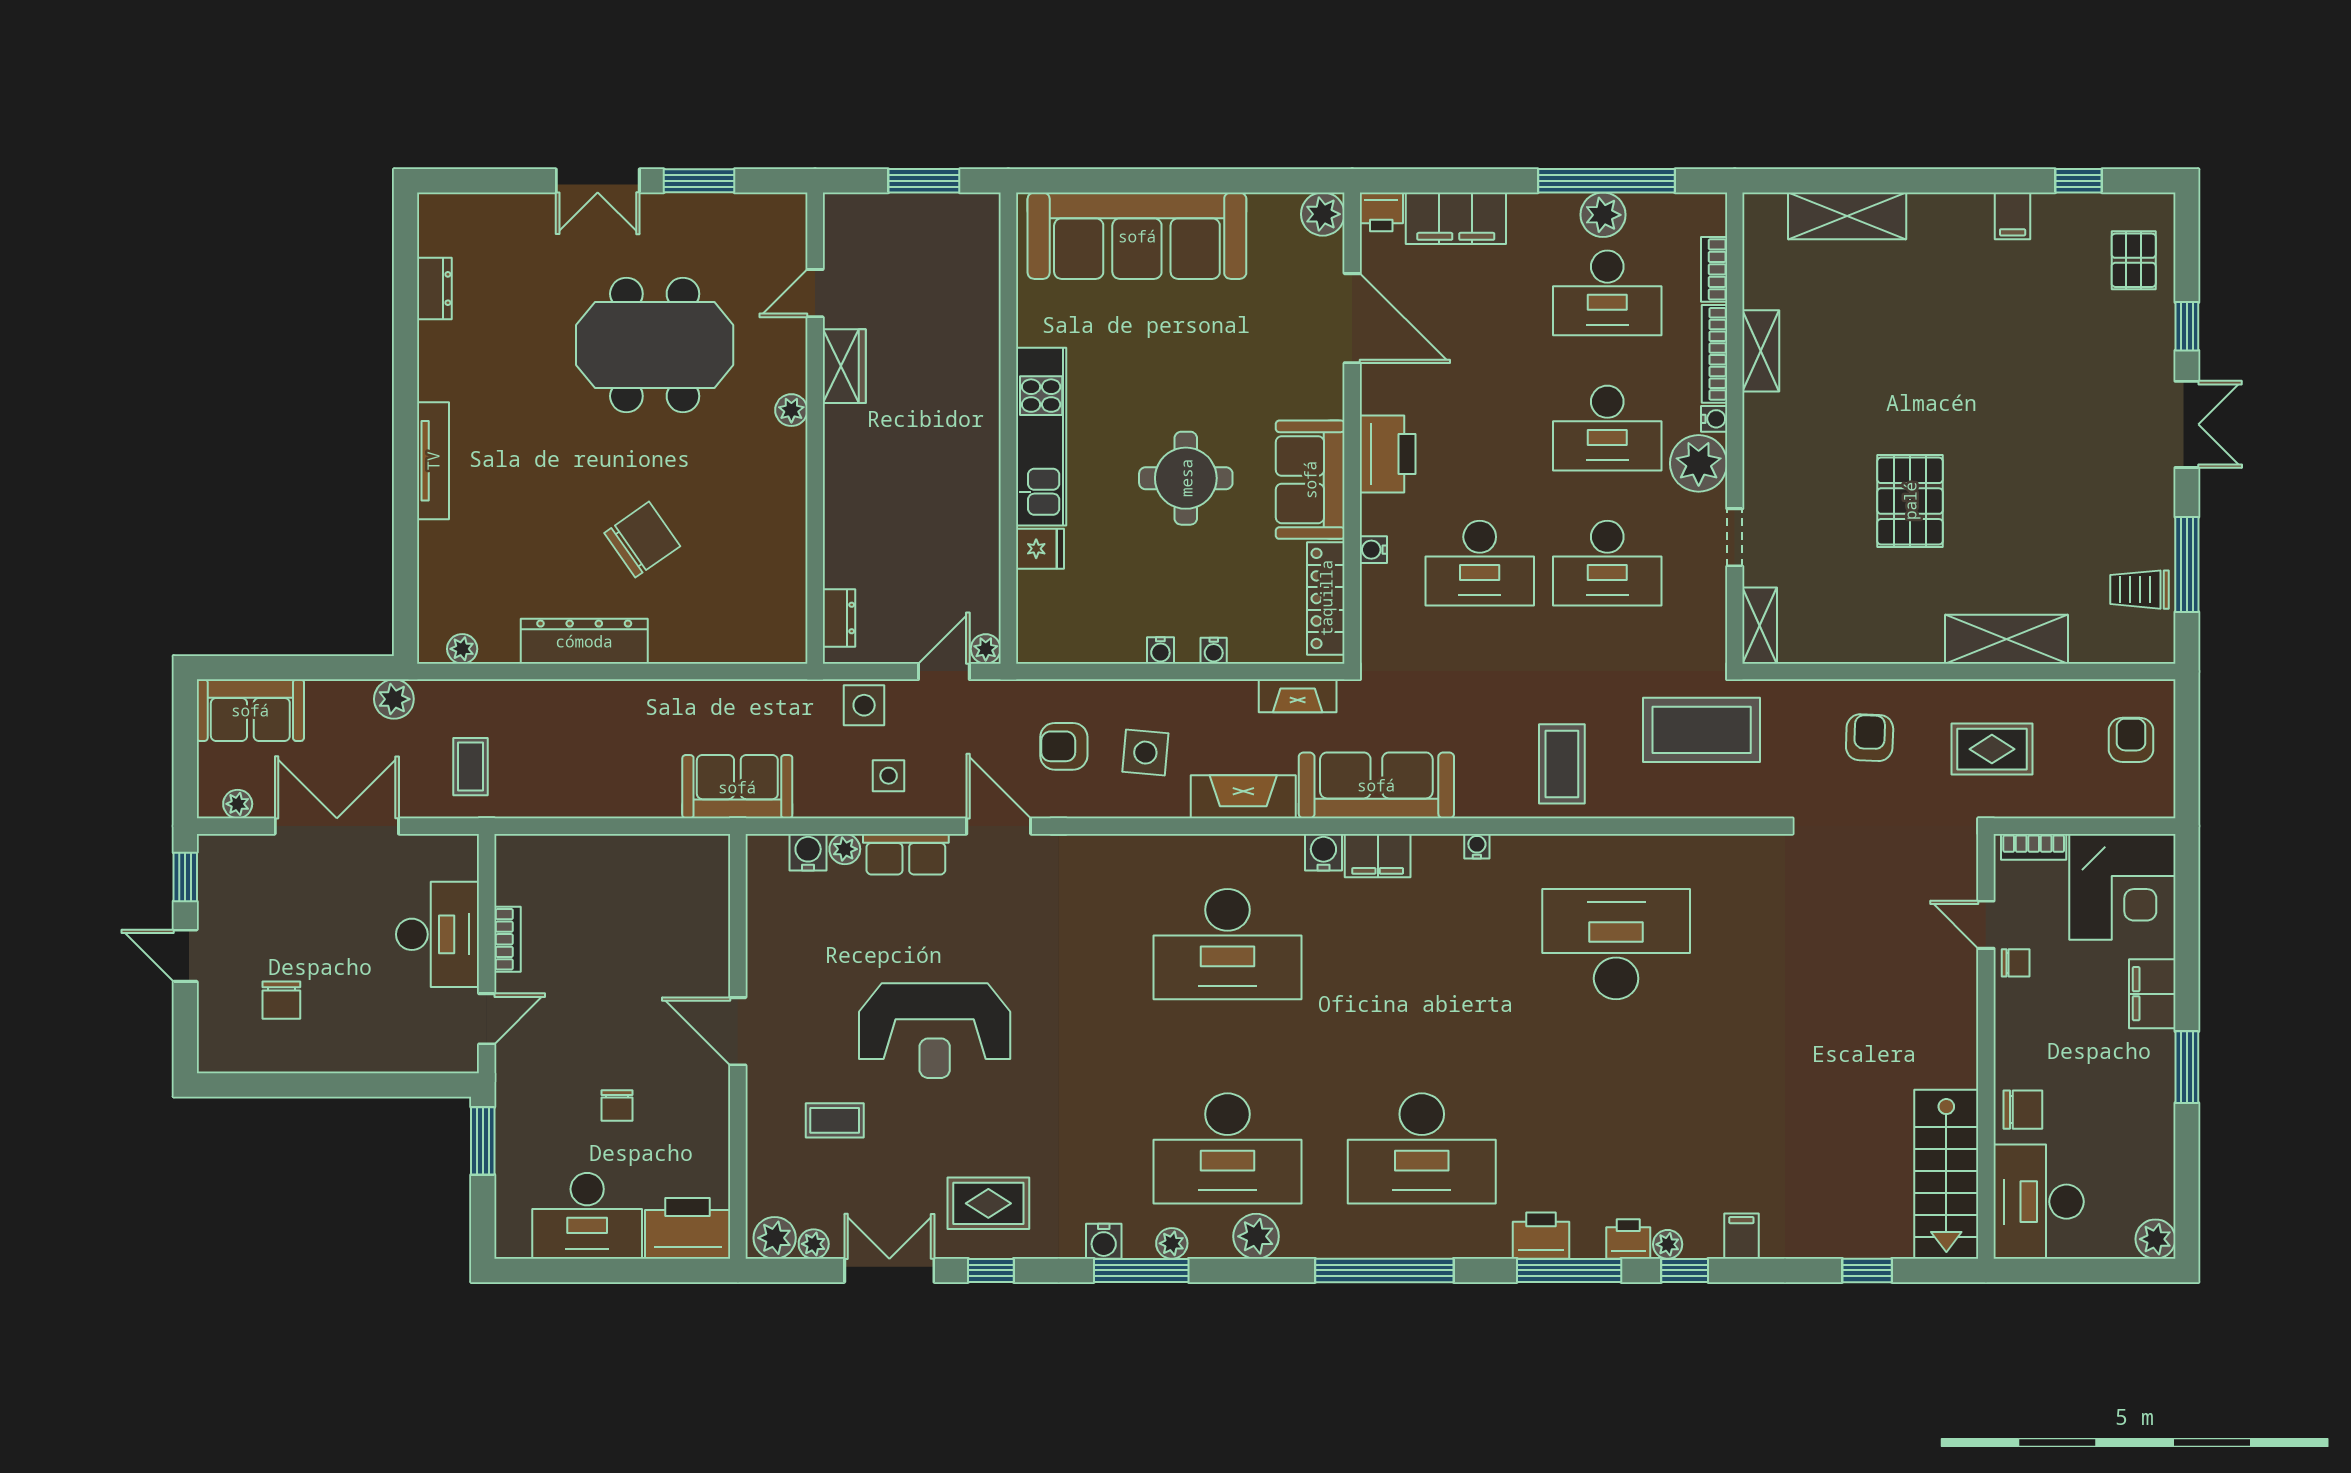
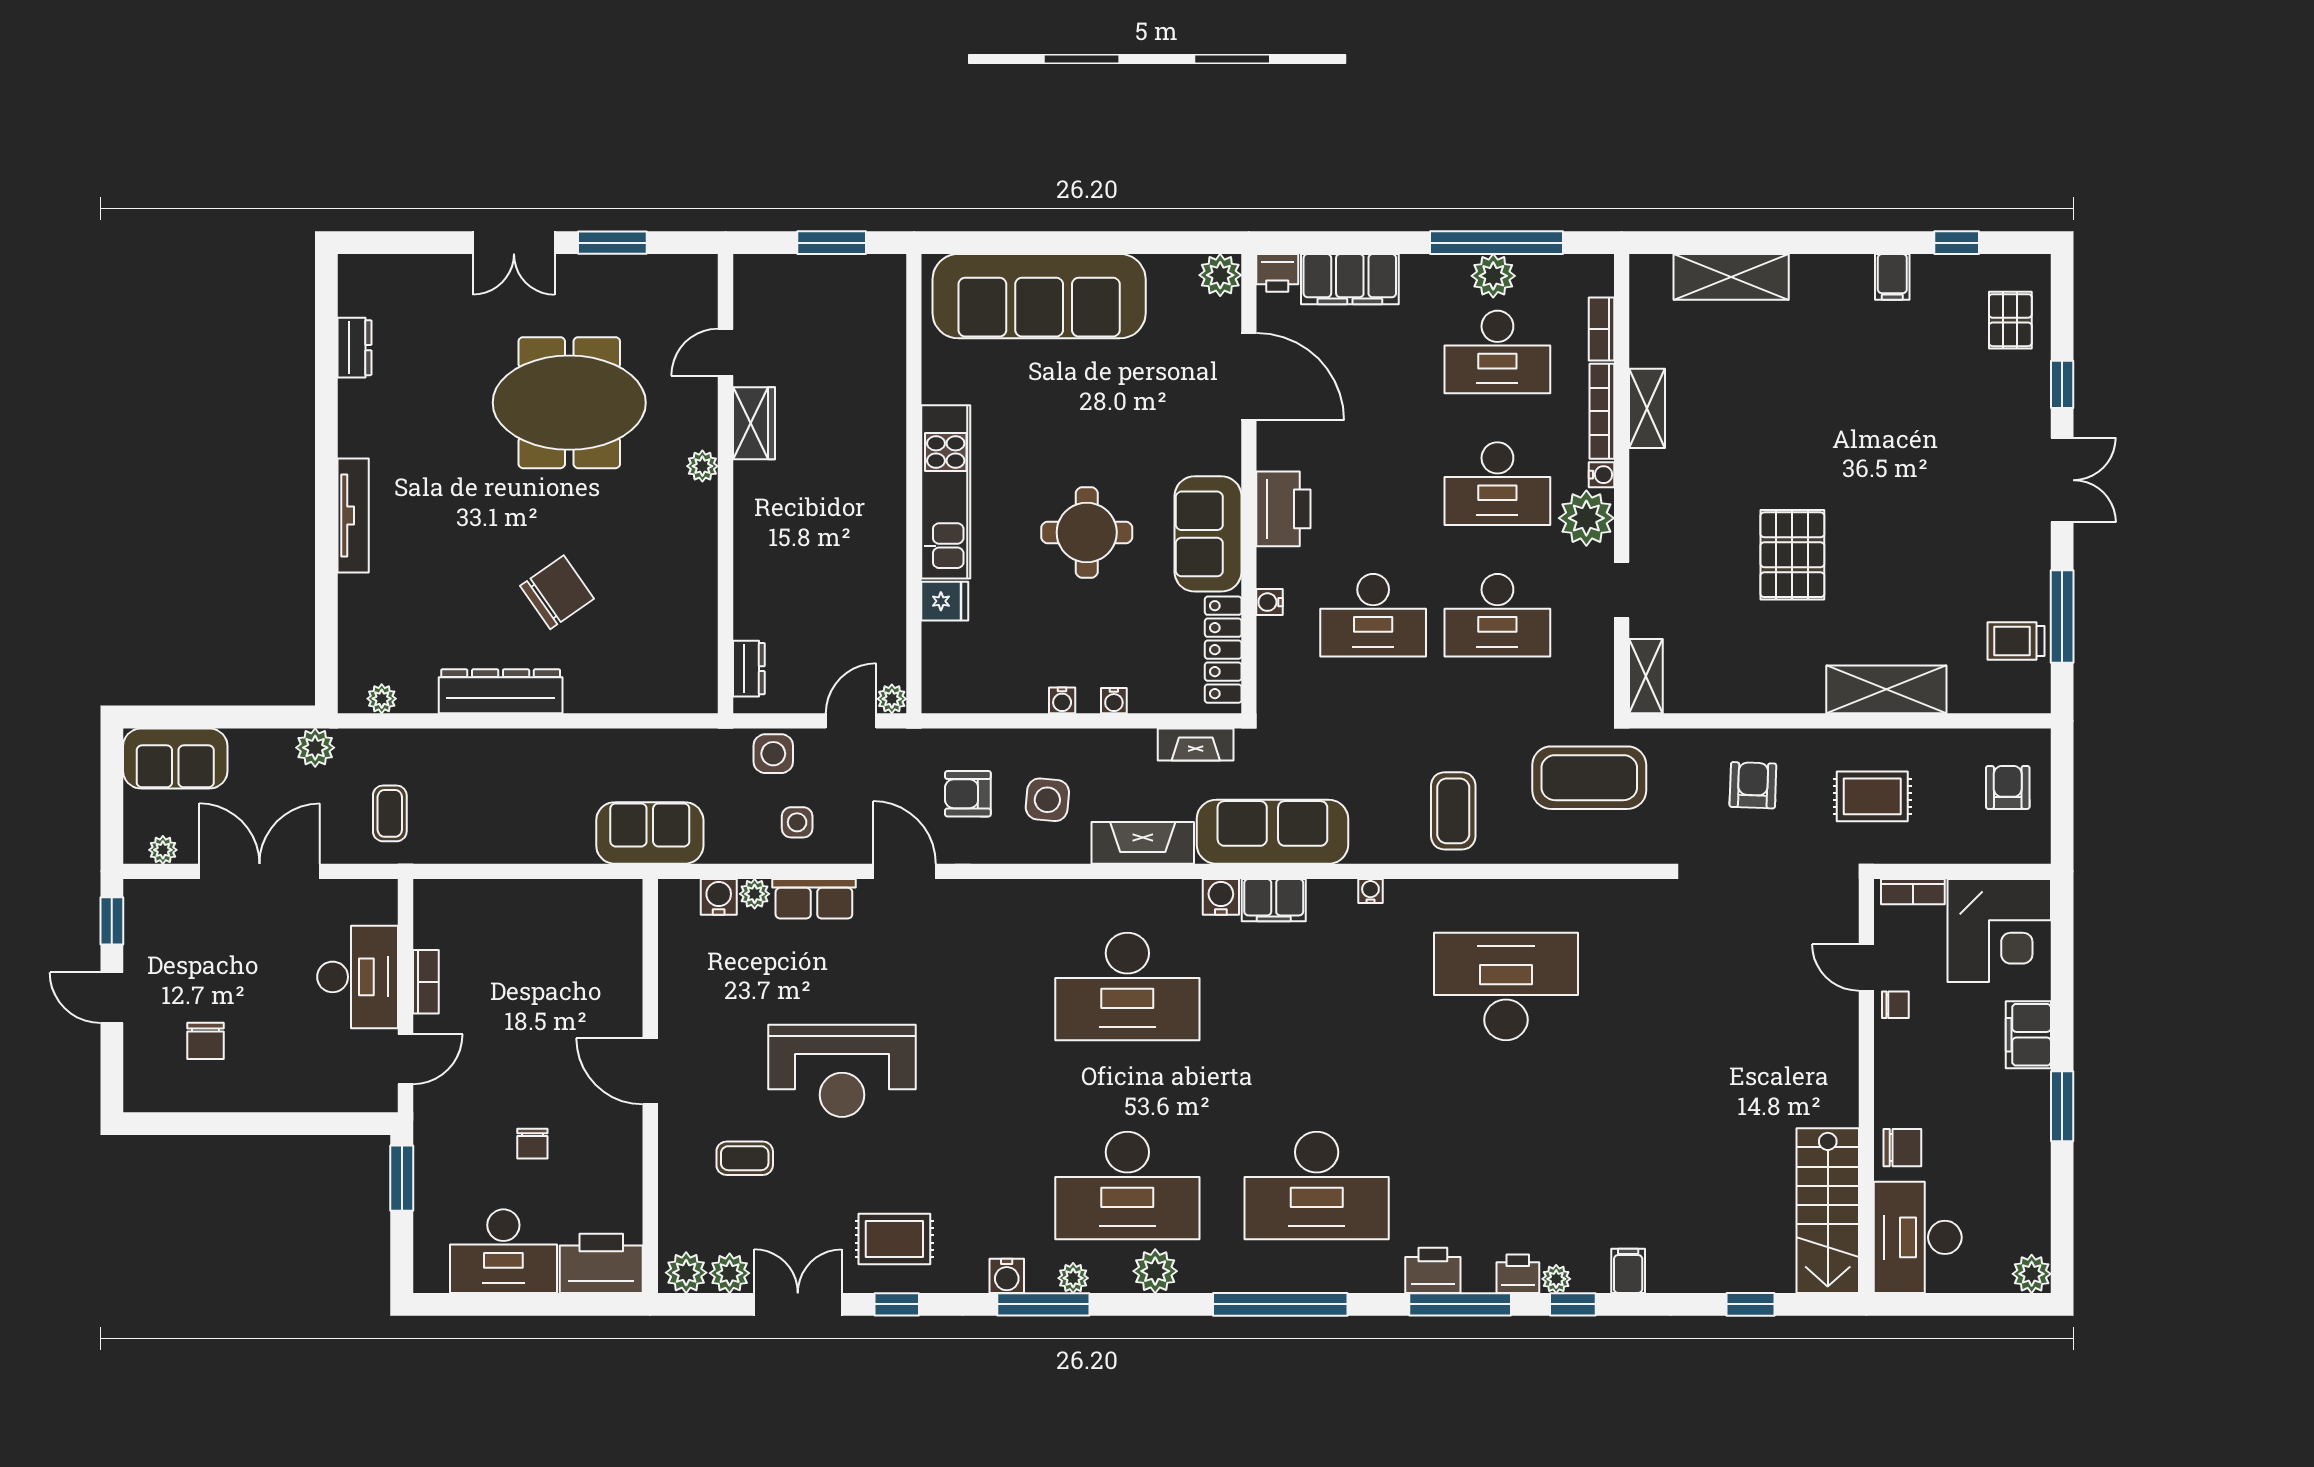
plant: (814, 1244) -> (730, 1273), width x1.38, depth x1.38

